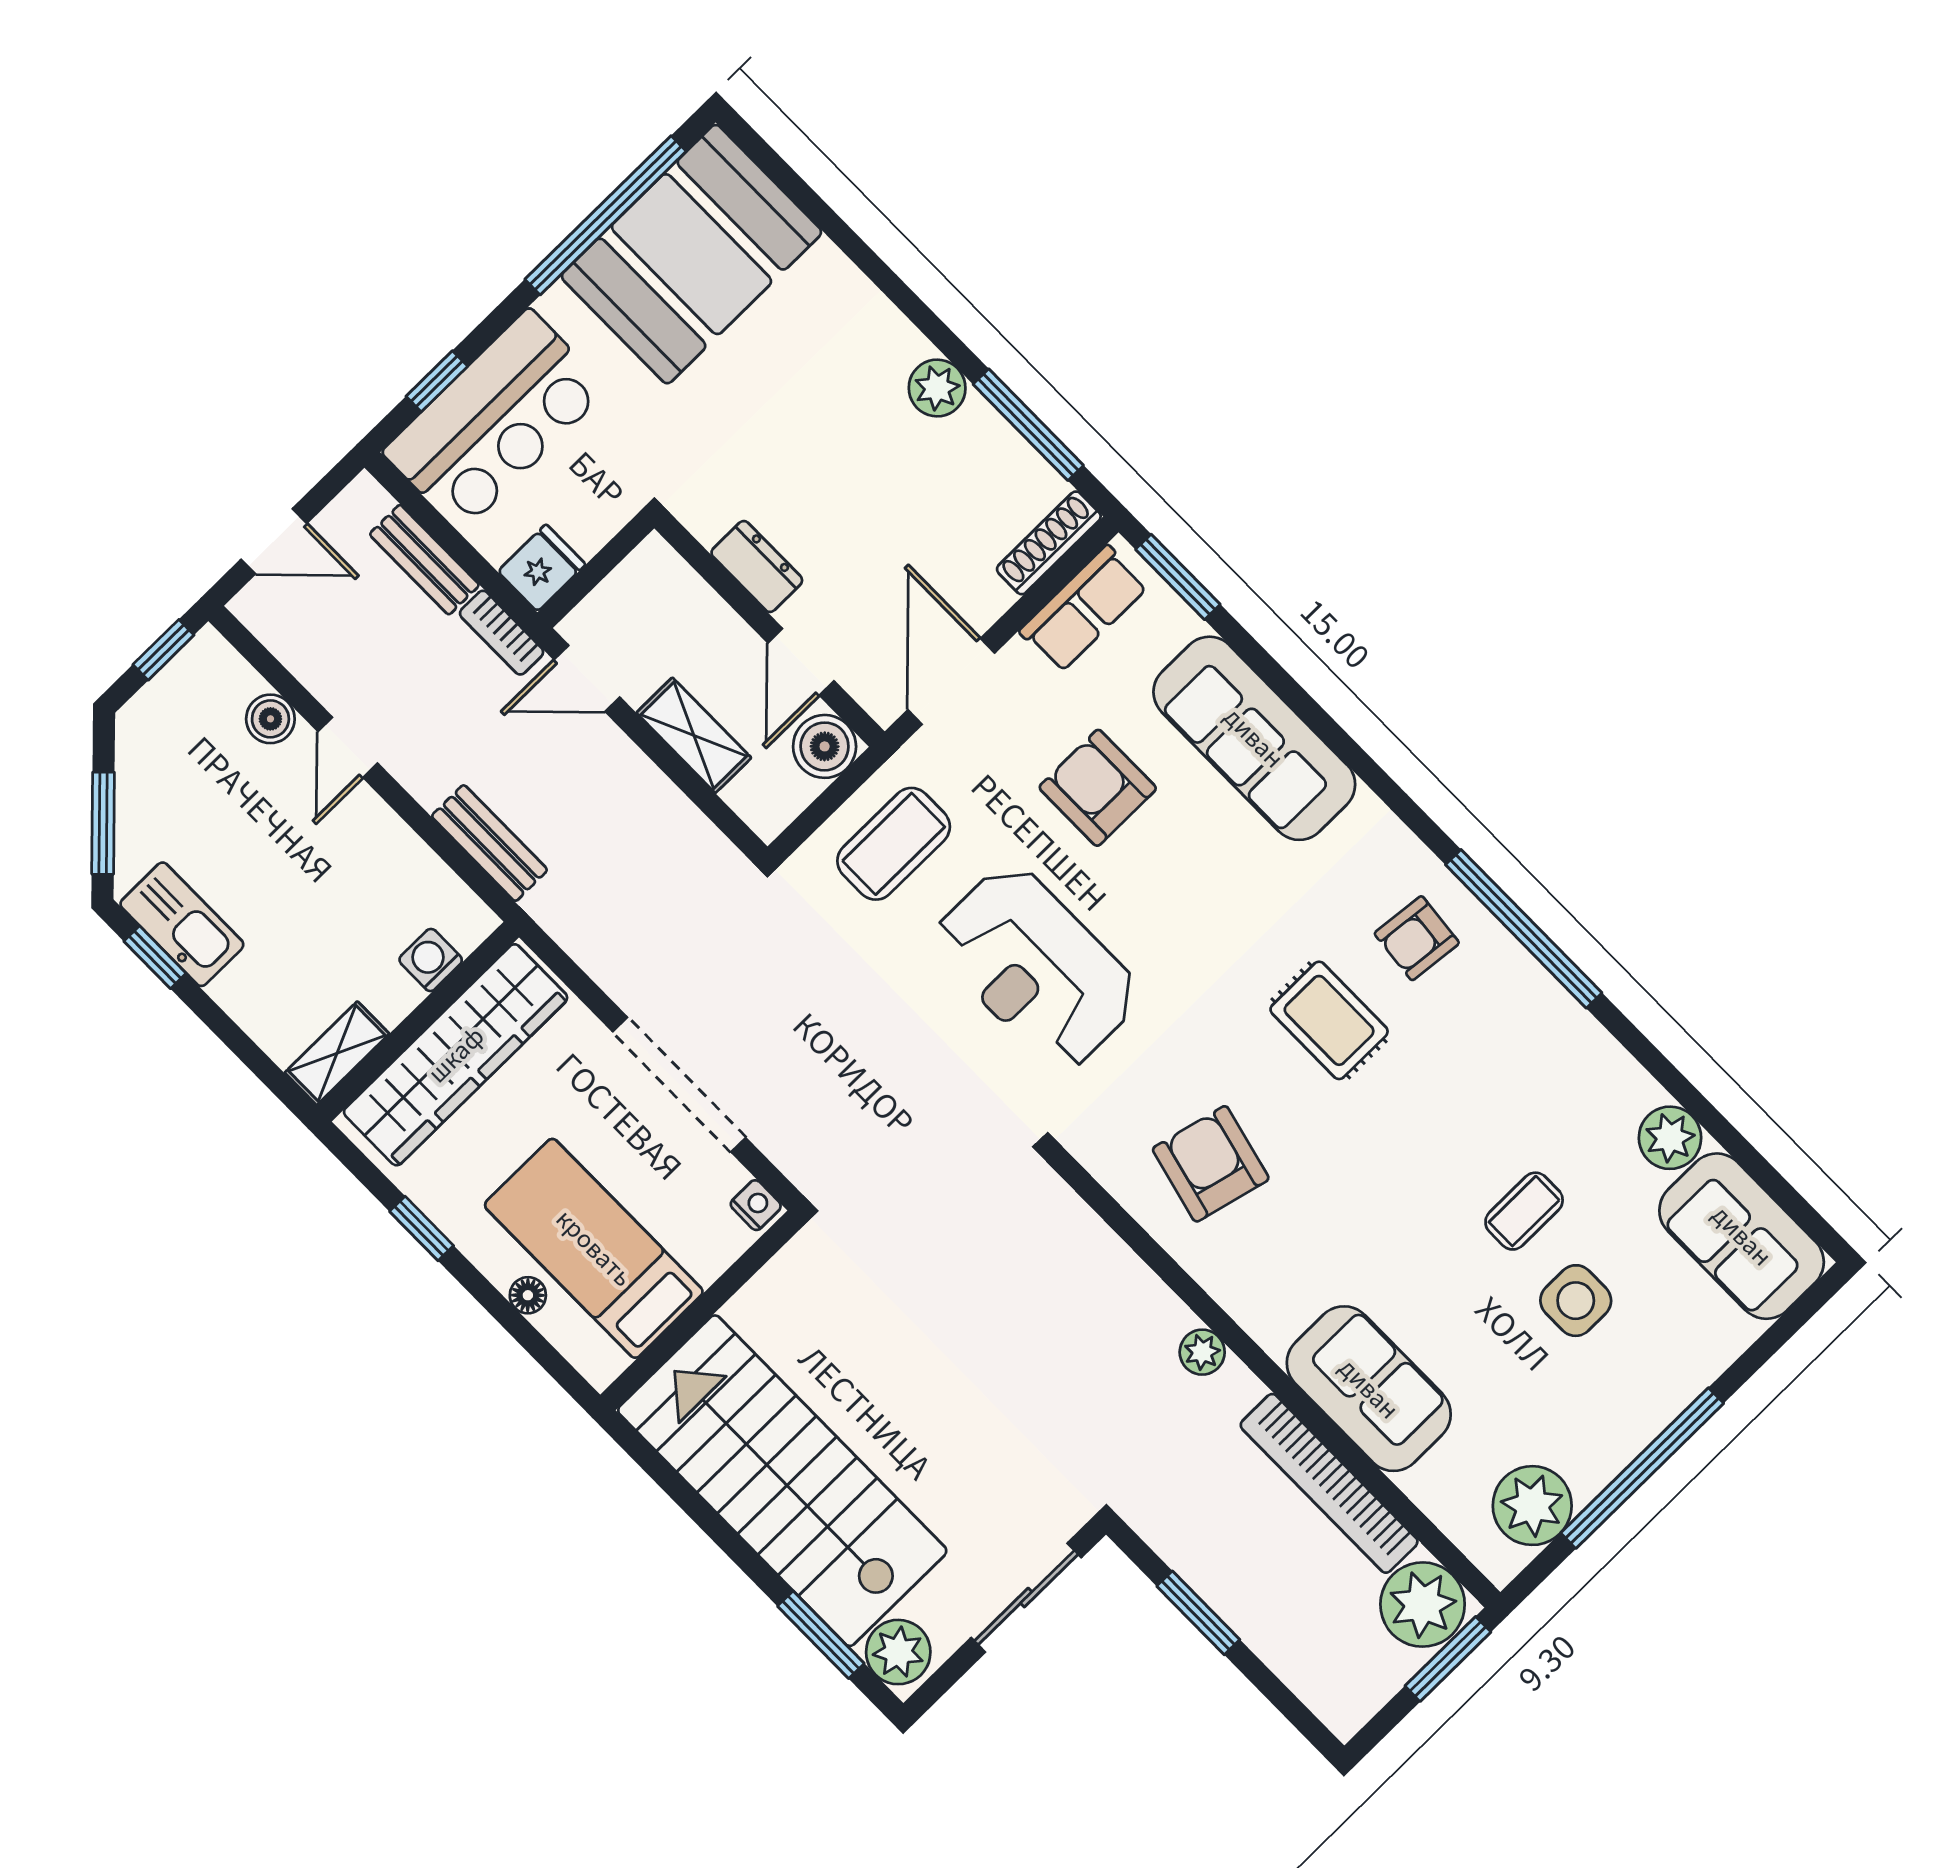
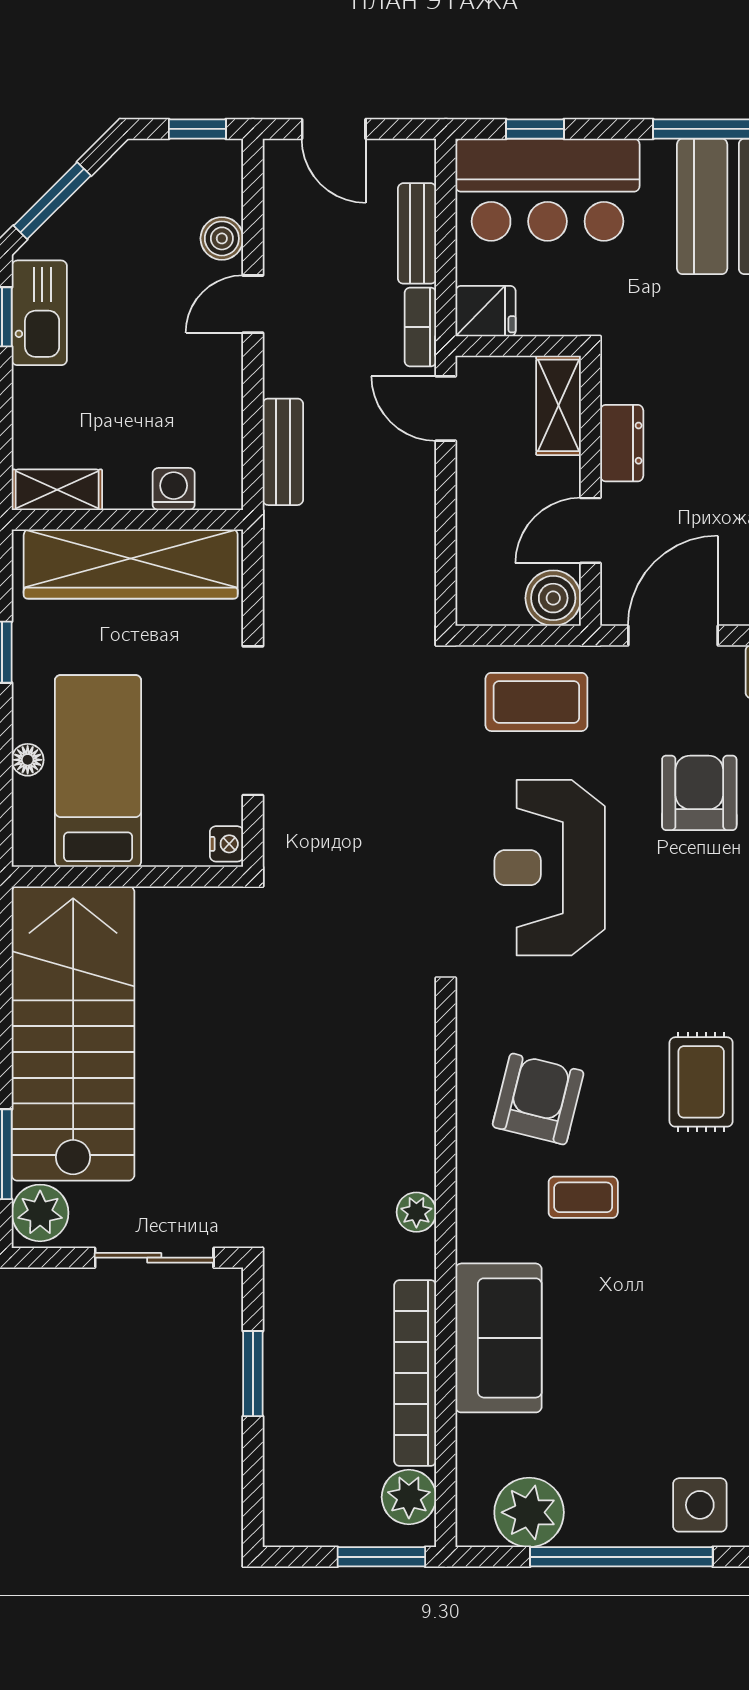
shelving: (694, 735) -> (559, 405), moved
coffee table: (1524, 1211) -> (583, 1197), moved
side table: (1576, 1301) -> (700, 1505), moved
plant: (1423, 1605) -> (409, 1497), width x0.73, depth x0.73

